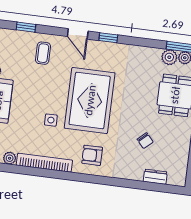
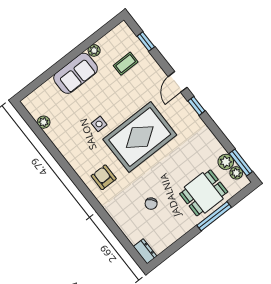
coffee table: (43, 53) -> (126, 64), moved
bookcase: (44, 163) -> (65, 149), removed
dresser: (155, 177) -> (145, 251), moved

